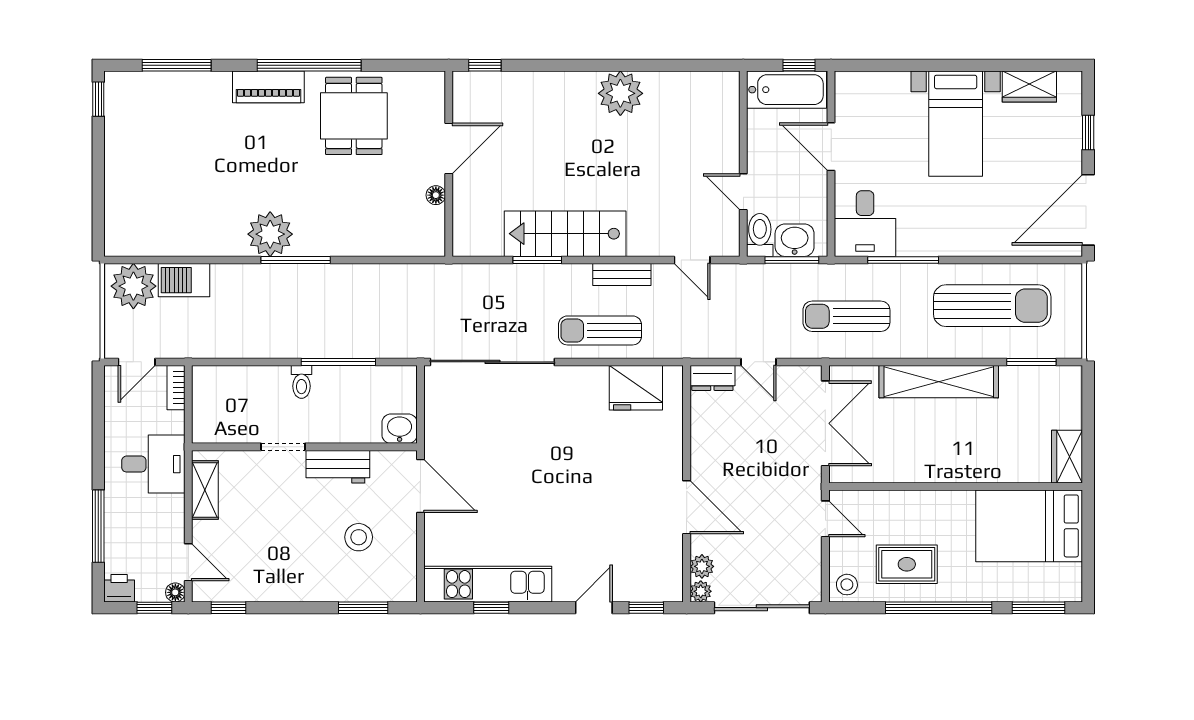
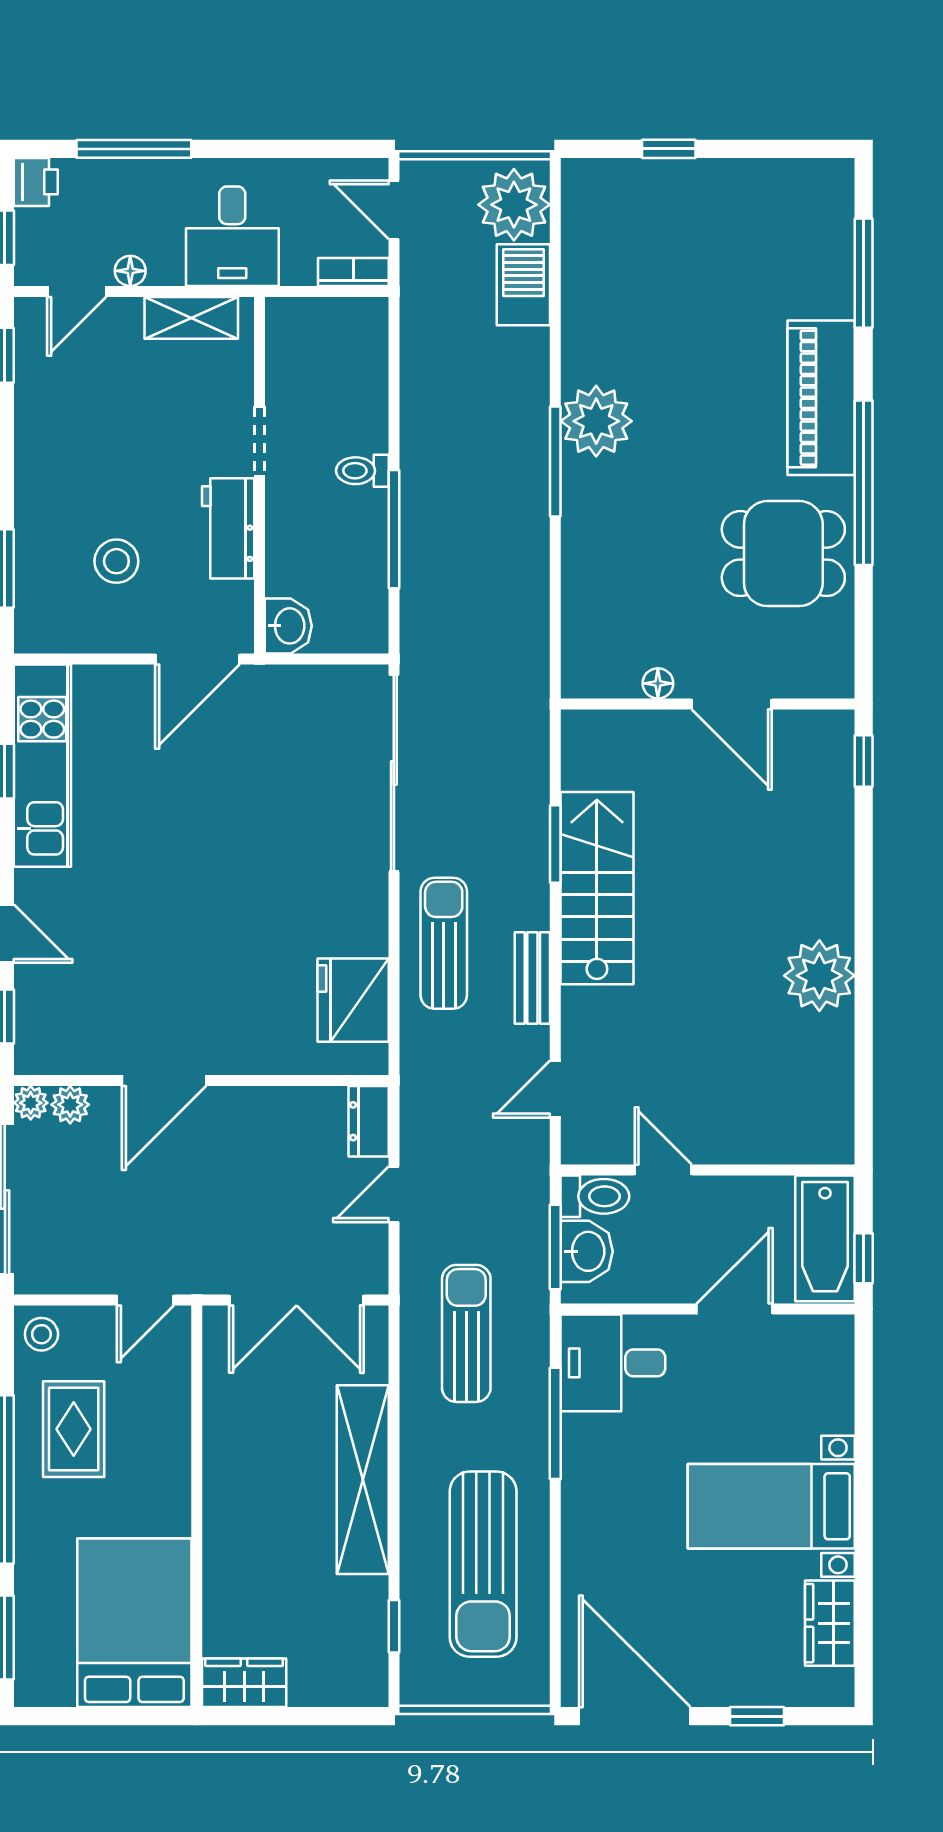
piano: (268, 87) -> (821, 398), width x1.37, depth x1.33
window: (98, 99) -> (669, 149), moved
door: (743, 192) -> (663, 1170), hinge flipped
window: (1031, 362) -> (394, 1626), width x0.67
floor lamp: (175, 592) -> (130, 271), moved

